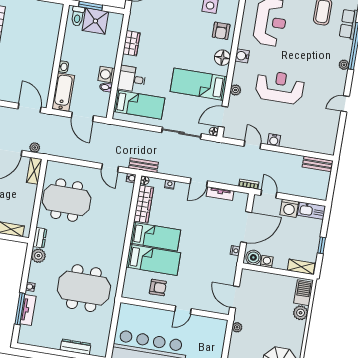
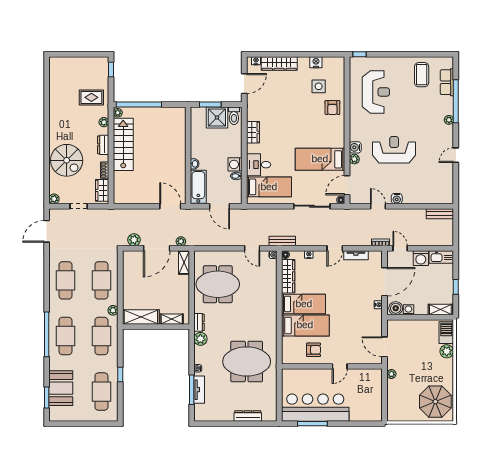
toilet: (78, 16) -> (234, 116), moved
water cooler: (242, 56) -> (355, 147), moved
floor lamp: (222, 58) -> (338, 132), removed

